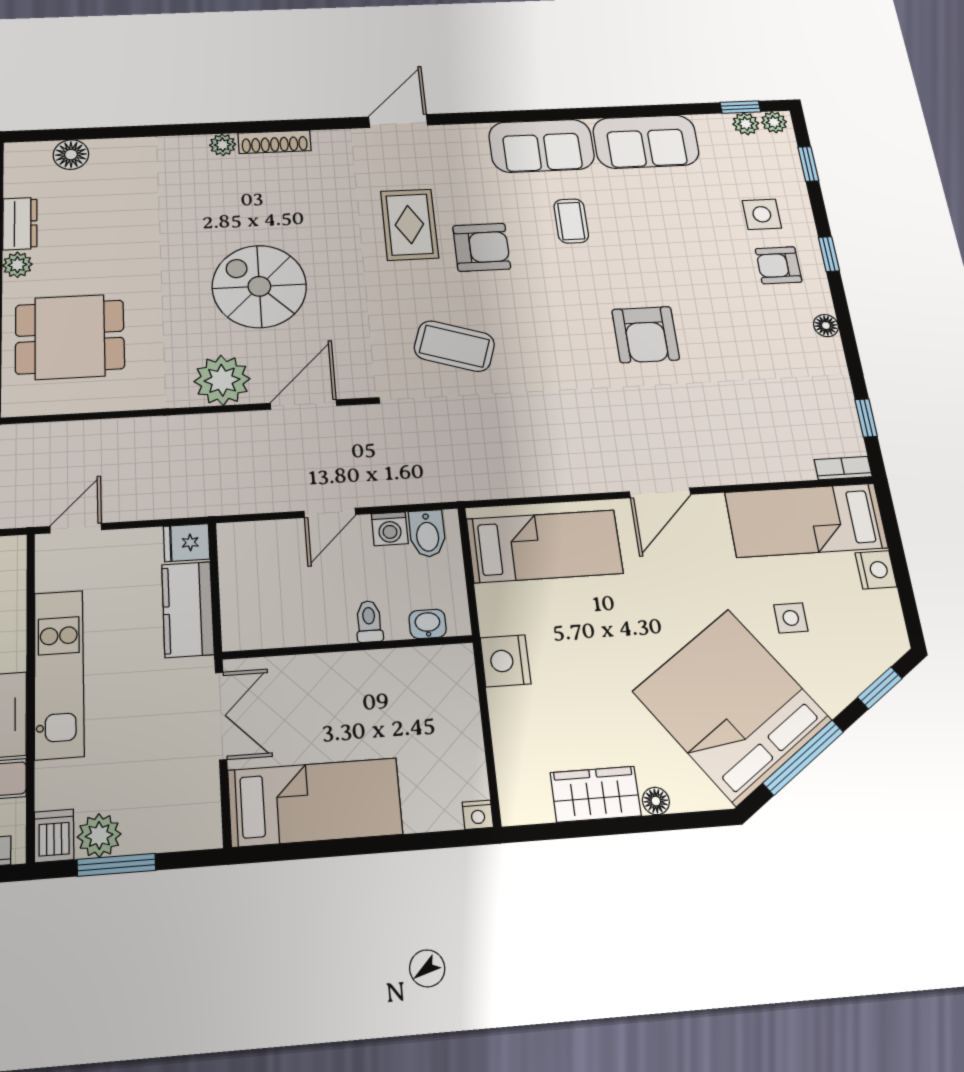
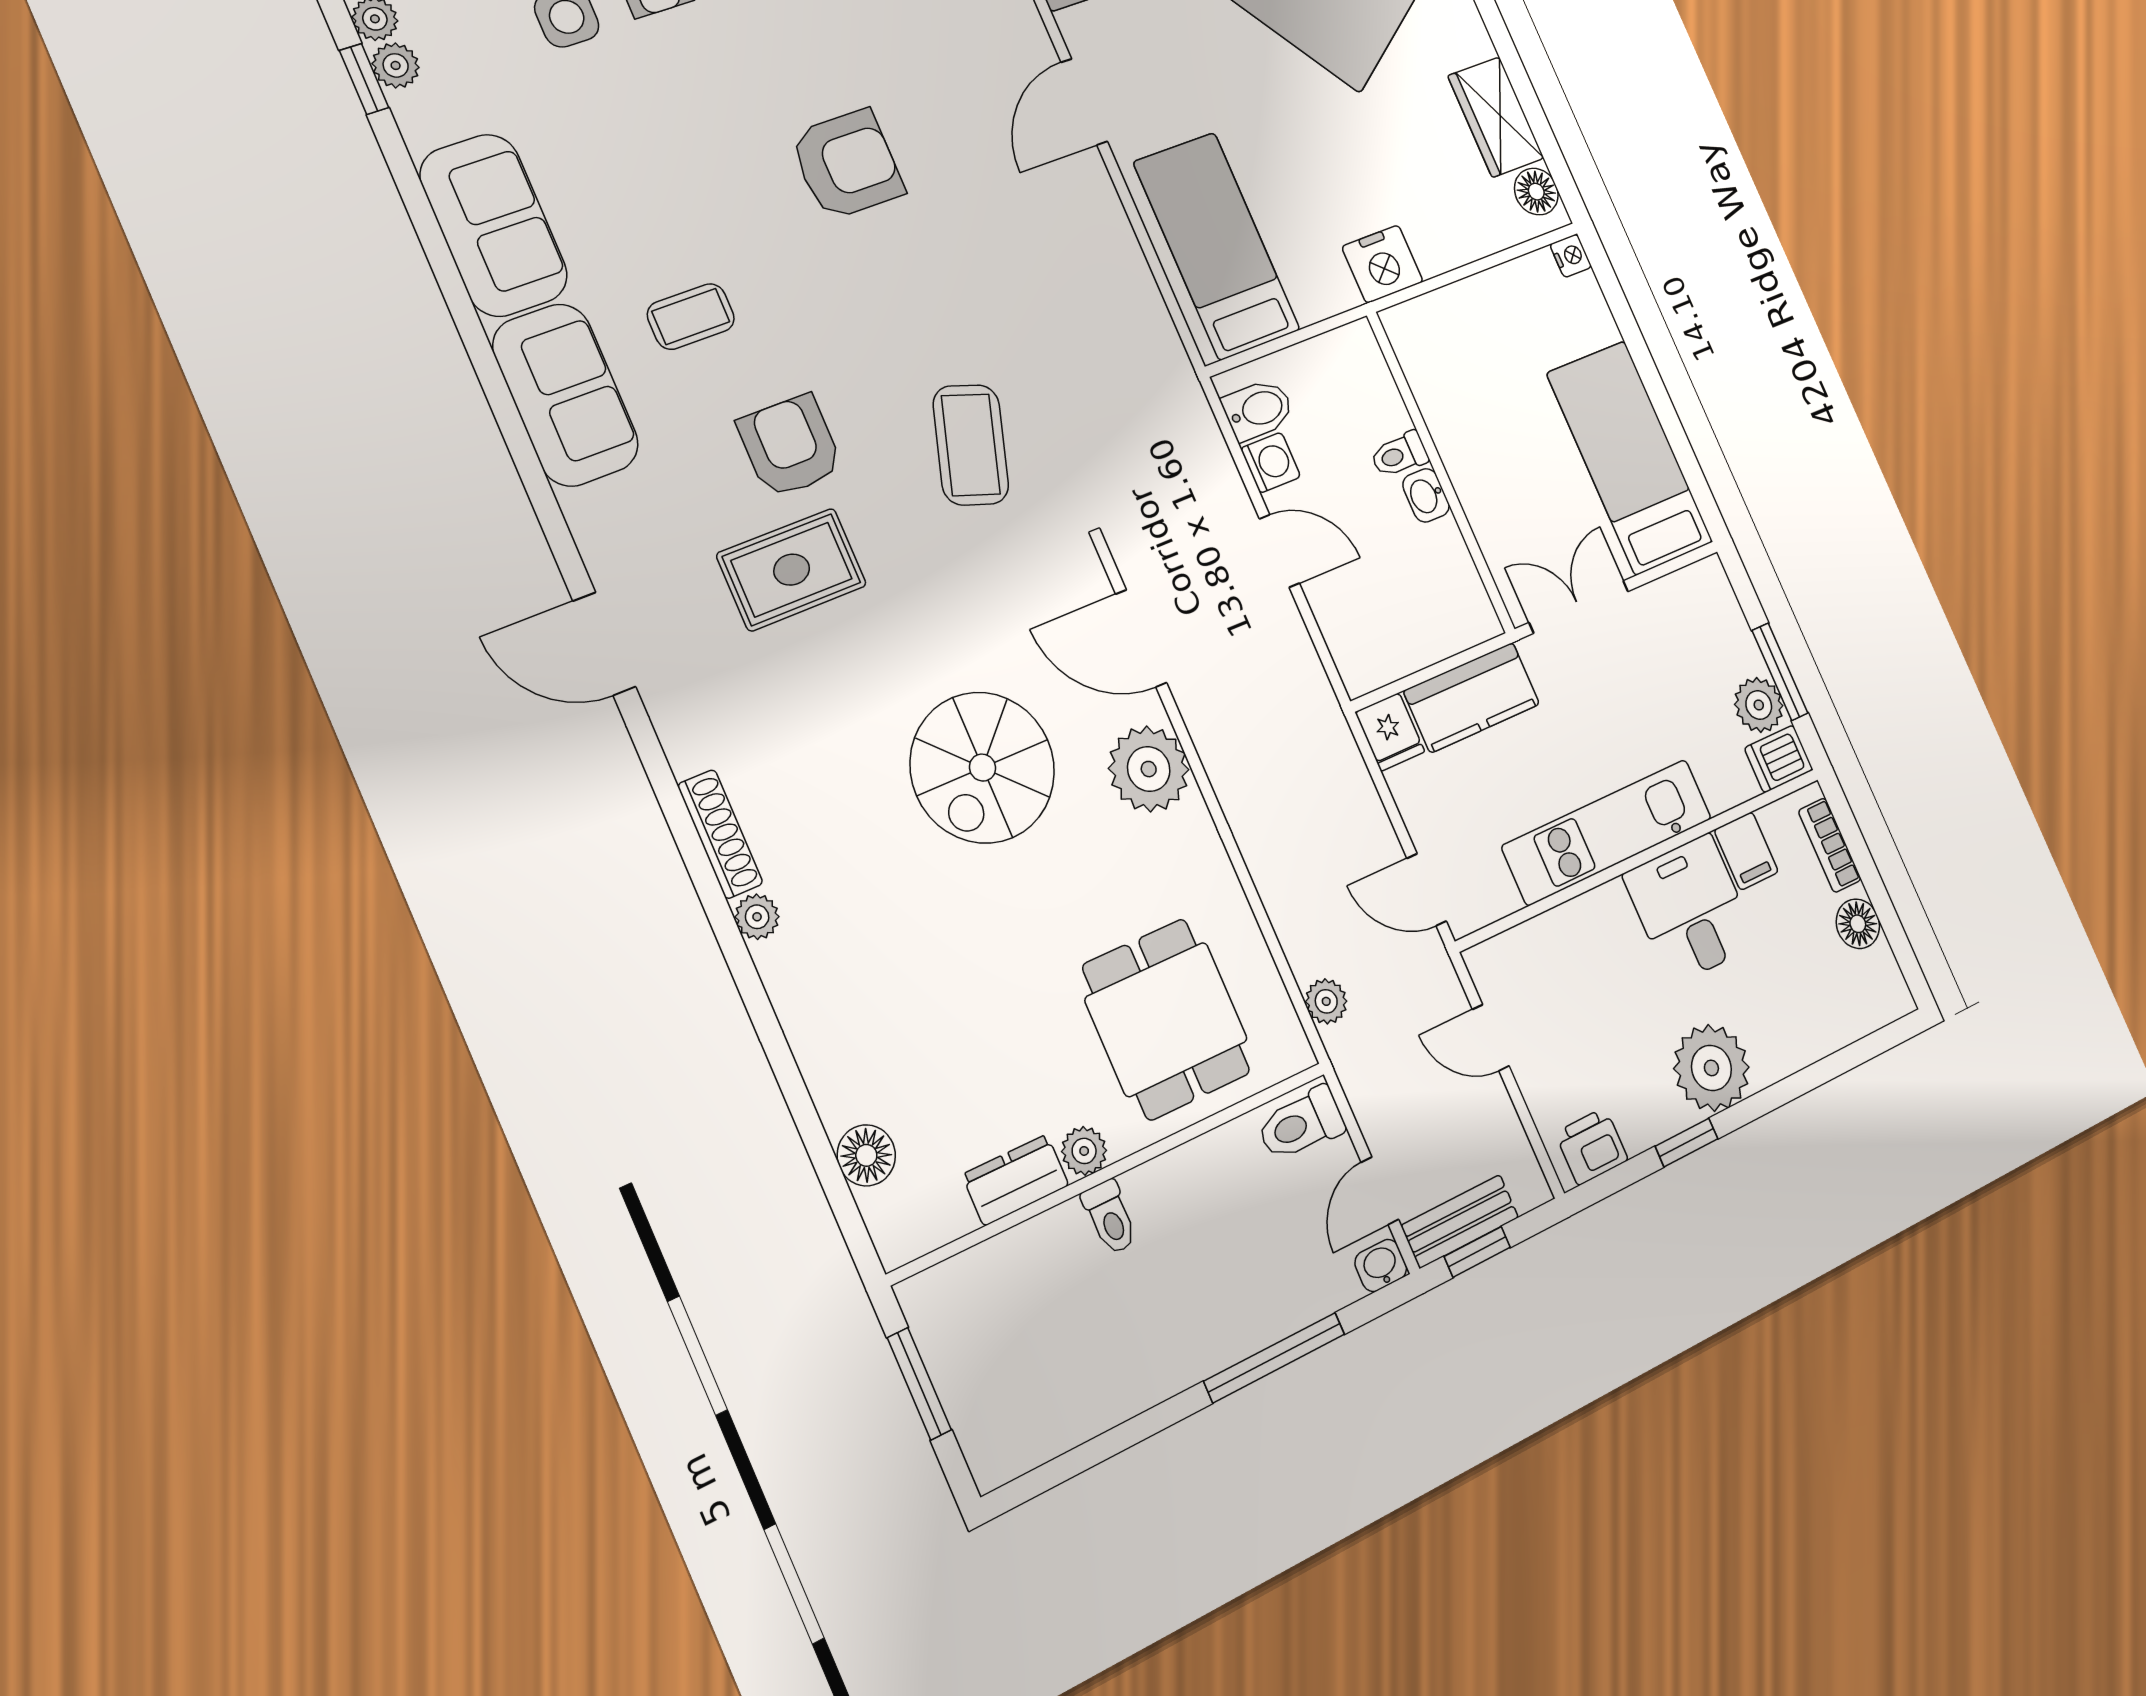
plant: (36, 436) -> (1326, 1001), added
door: (660, 493) -> (1084, 102), swing flipped
washbasin: (428, 624) -> (1426, 495), moved
floor lamp: (656, 801) -> (1536, 192), moved, width x1.37, depth x1.37

